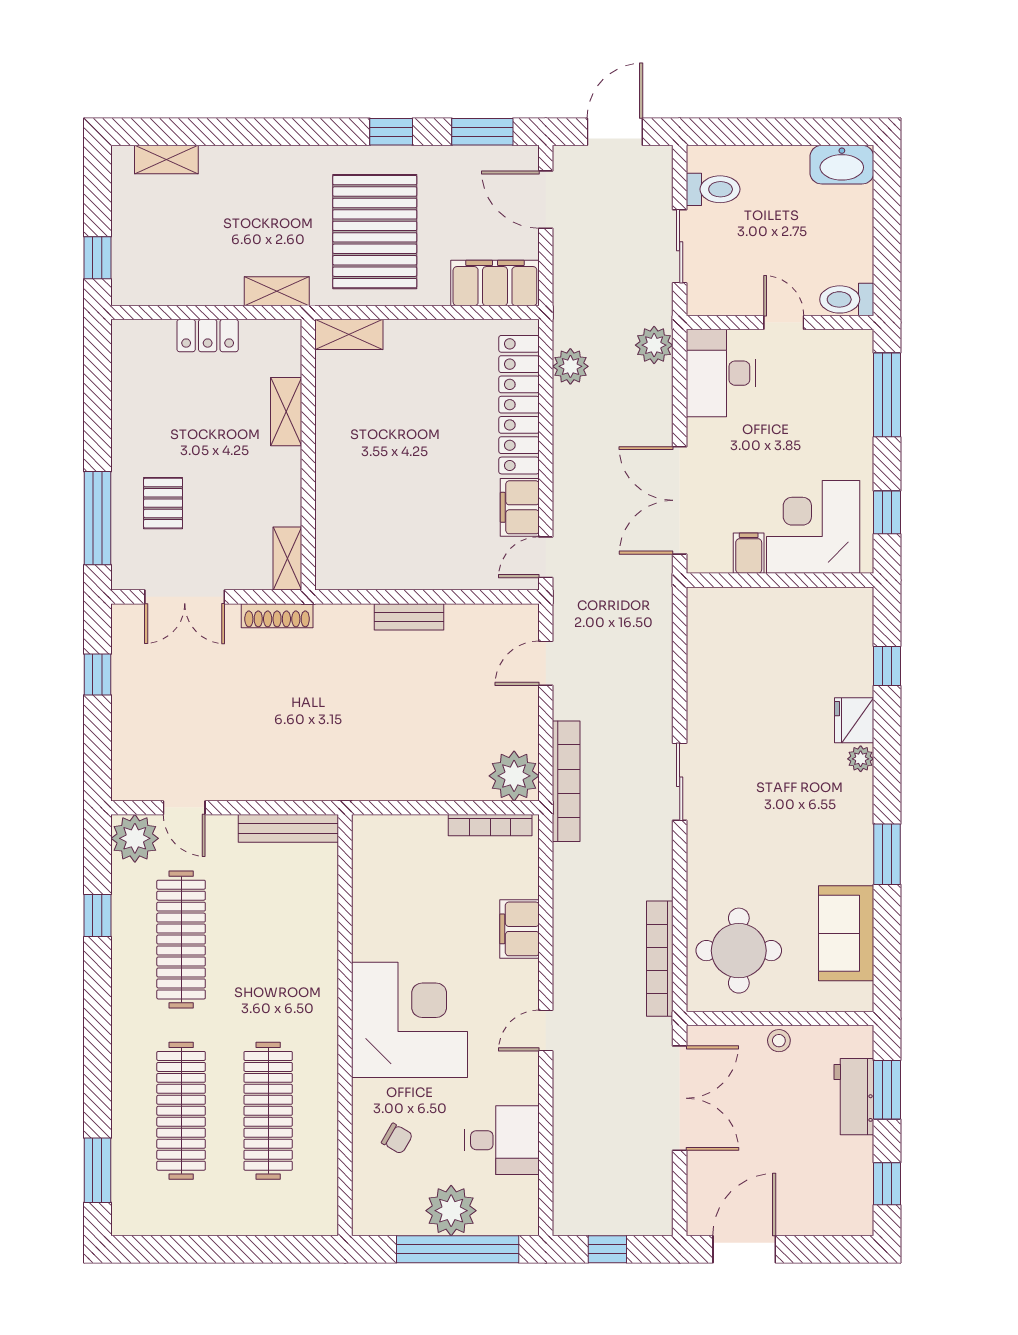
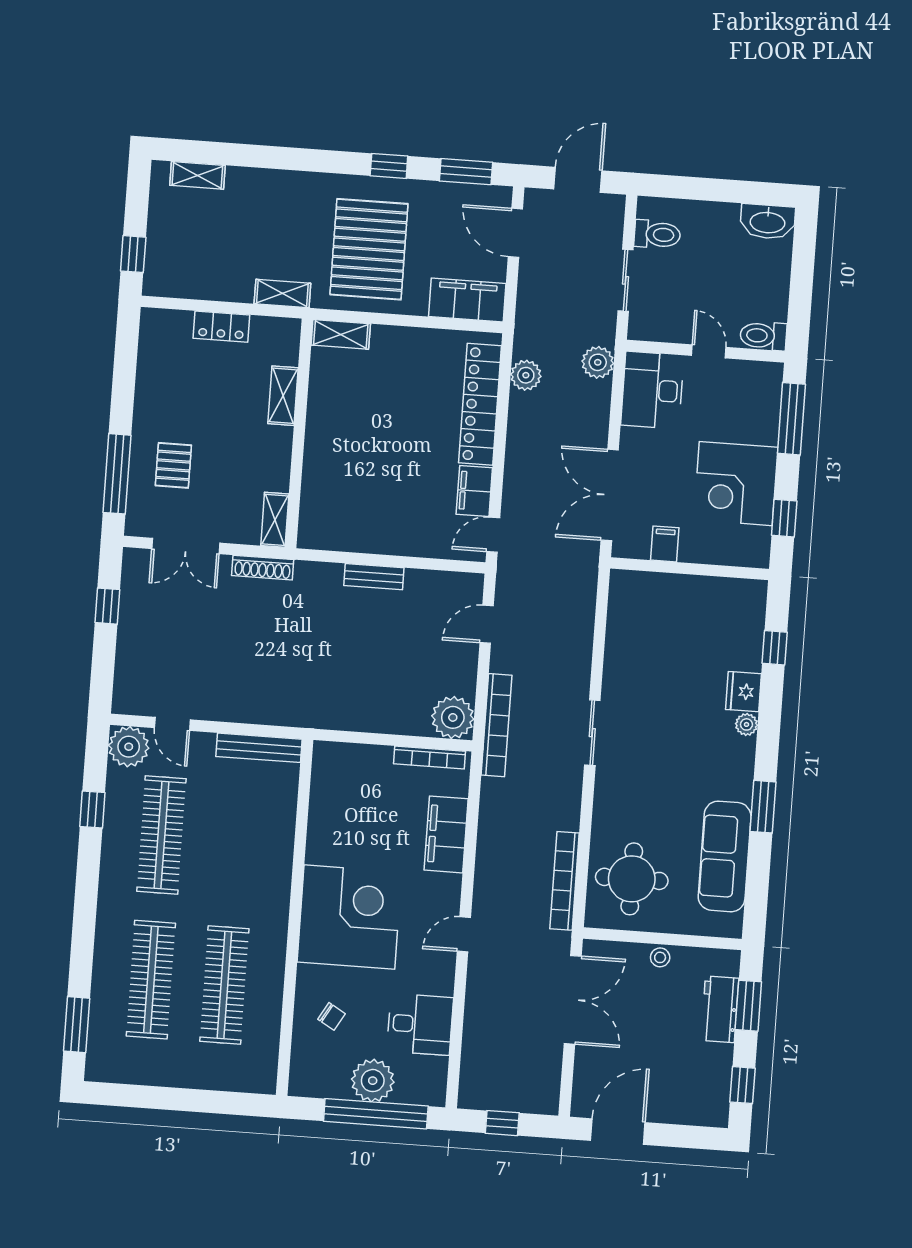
corner desk: (813, 527) -> (736, 484), moved, turned -90
filing cabinet: (520, 929) -> (446, 834), width x1.50, depth x1.17
sofa: (846, 933) -> (725, 856), width x1.36

